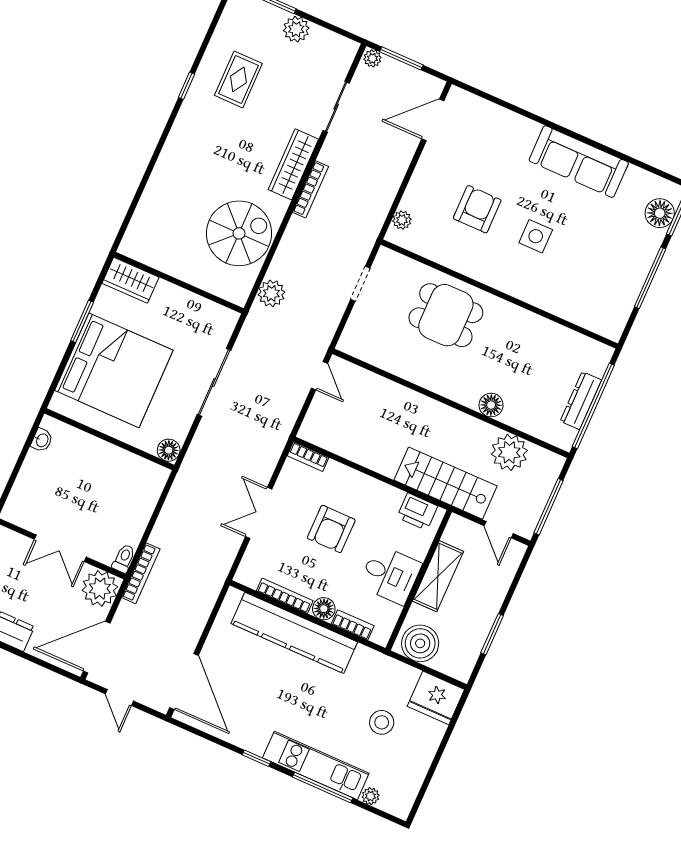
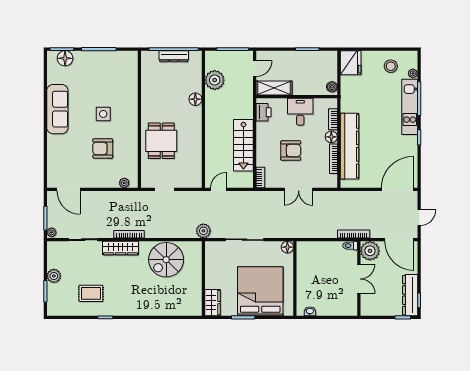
spiral stairs: (239, 233) -> (166, 260), turned -90
plant: (271, 293) -> (203, 231), moved
stairs: (445, 483) -> (243, 145), moved
shelving: (438, 576) -> (274, 88), moved
boiler: (420, 643) -> (332, 87), width x0.54, depth x0.54
stool: (382, 722) -> (391, 66), moved

